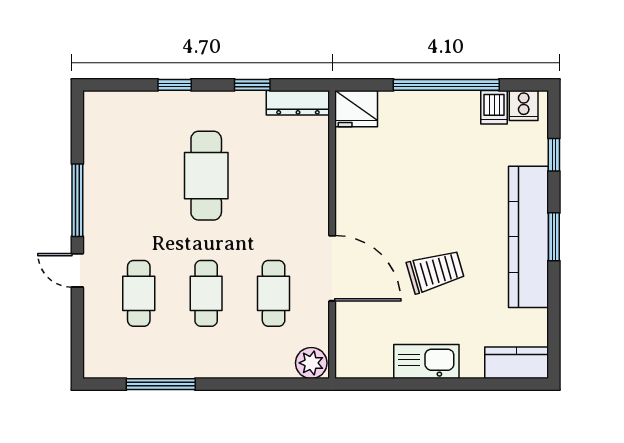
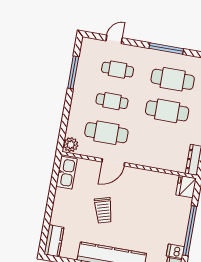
cafe table: (139, 176) -> (173, 79), added
door: (332, 268) -> (113, 162), width x0.73
door: (77, 270) -> (114, 39), moved
cafe table: (274, 293) -> (106, 133), width x1.37, depth x1.35
kitchen sink: (426, 361) -> (67, 173), moved

